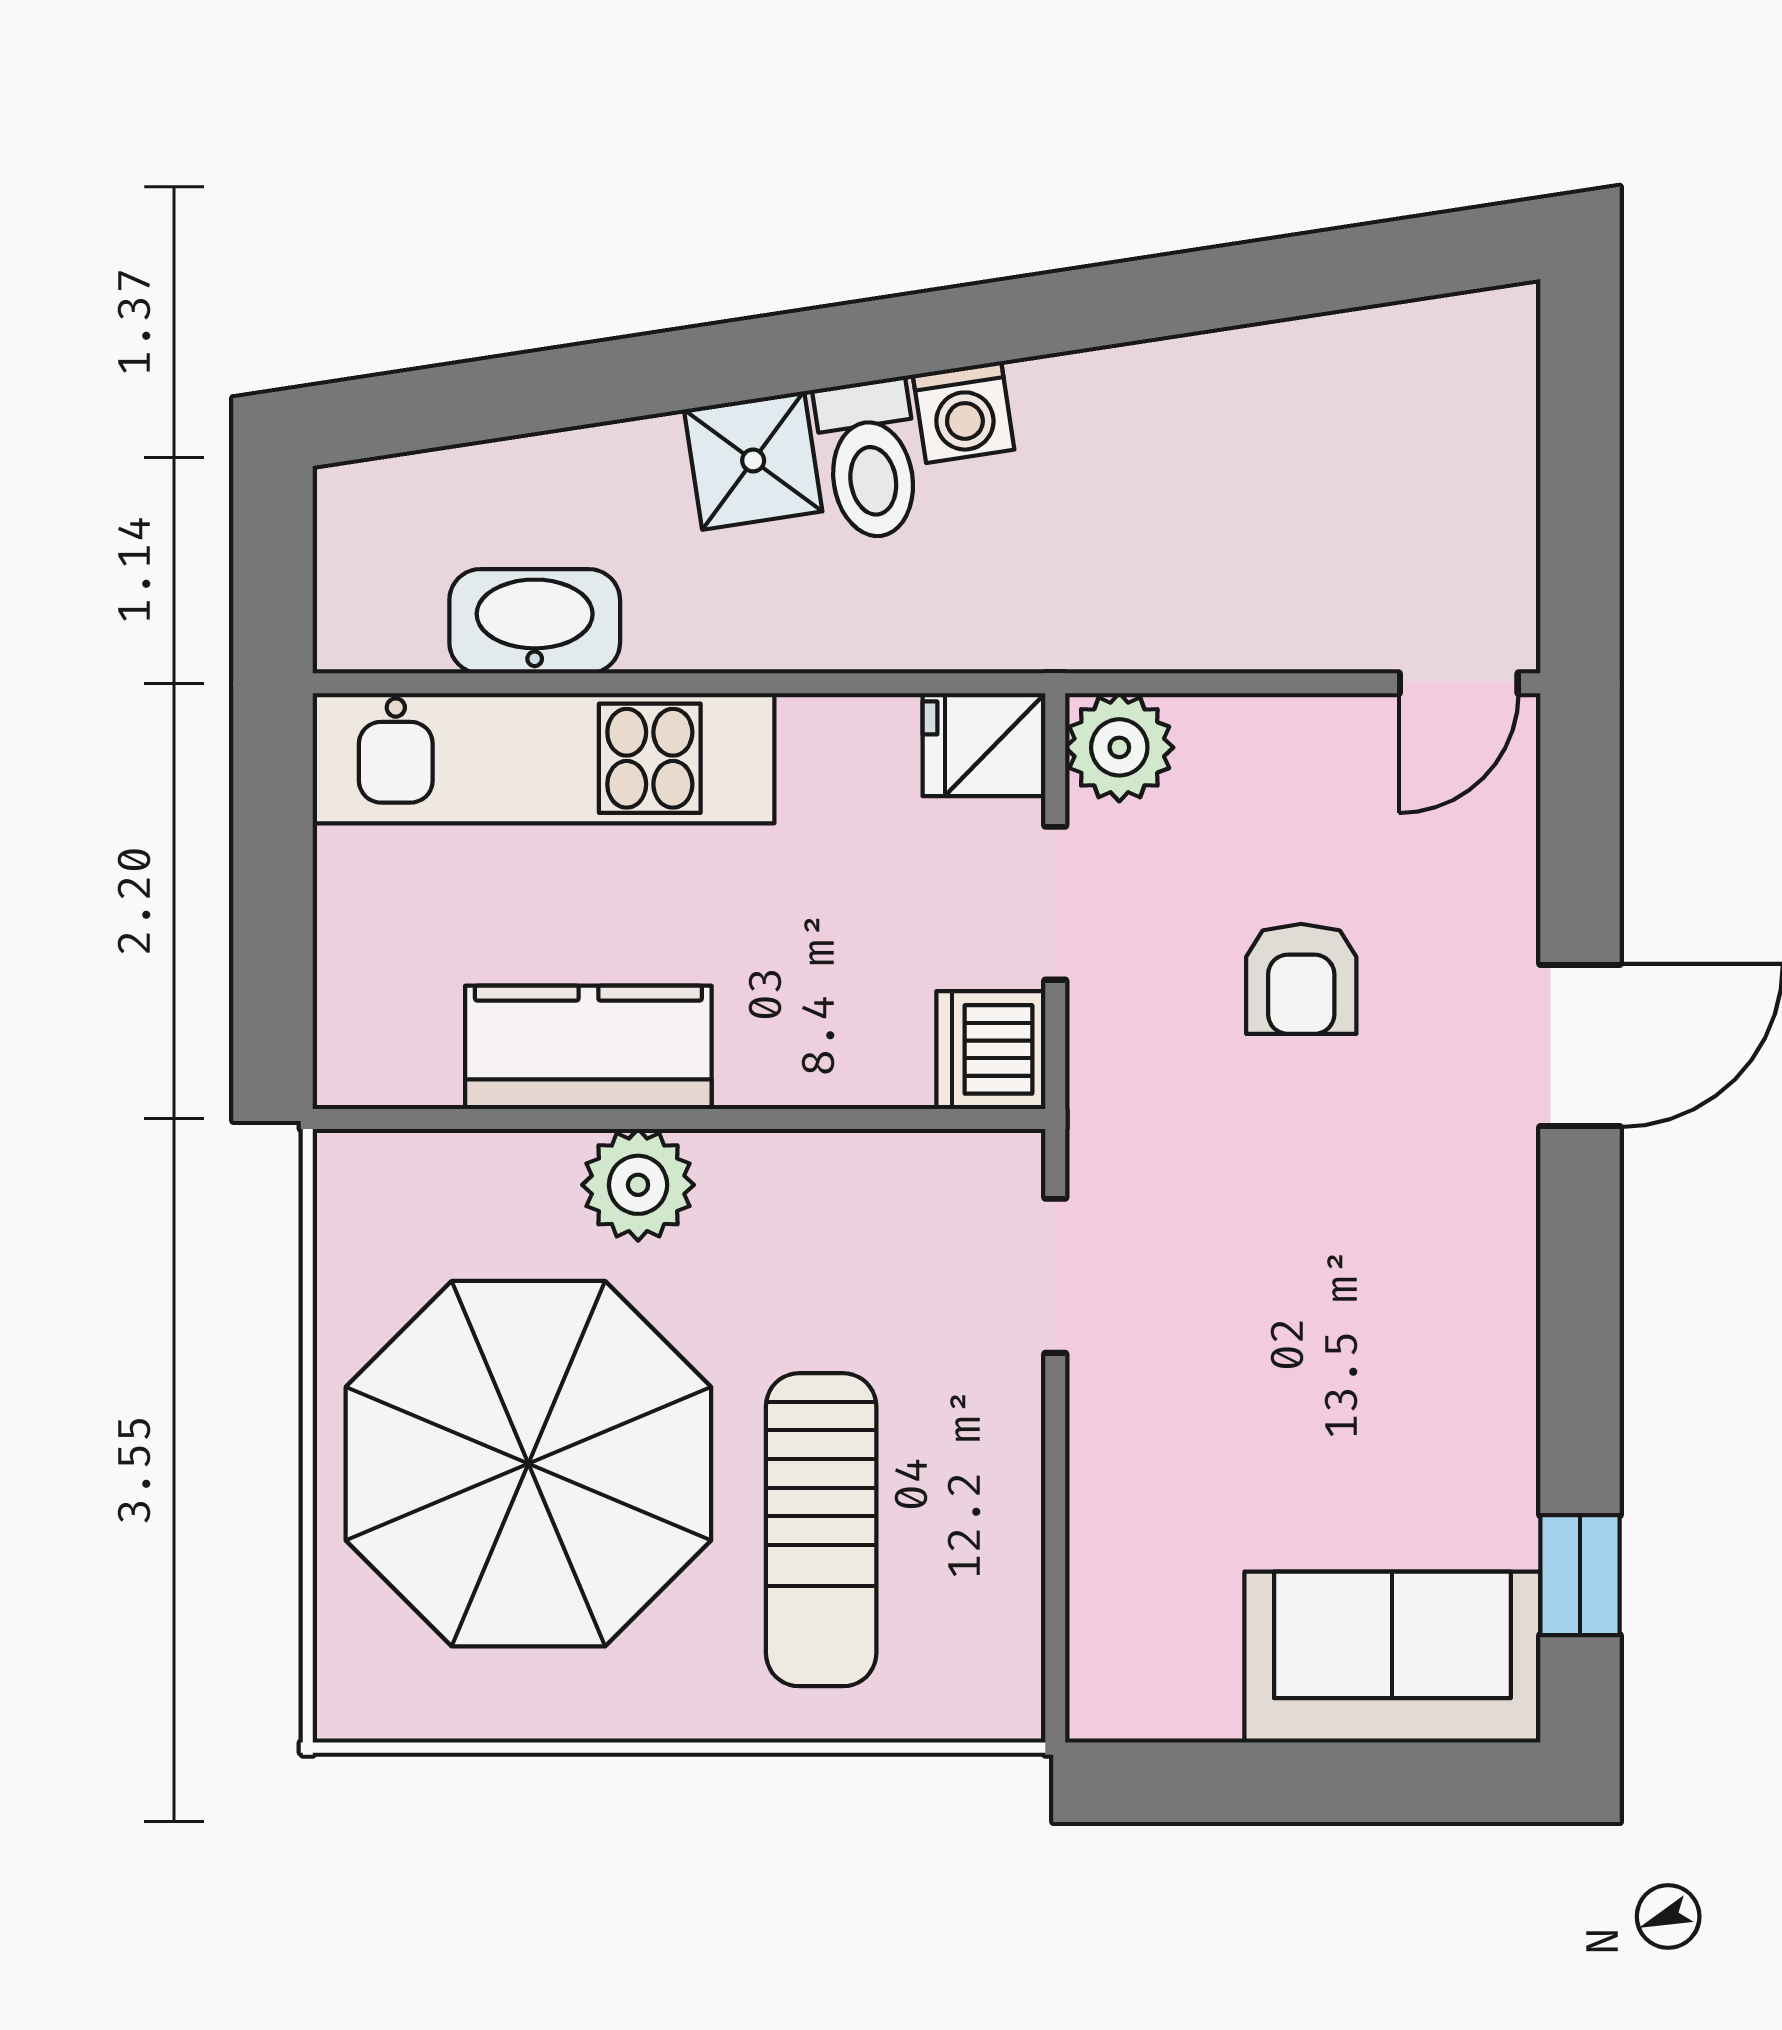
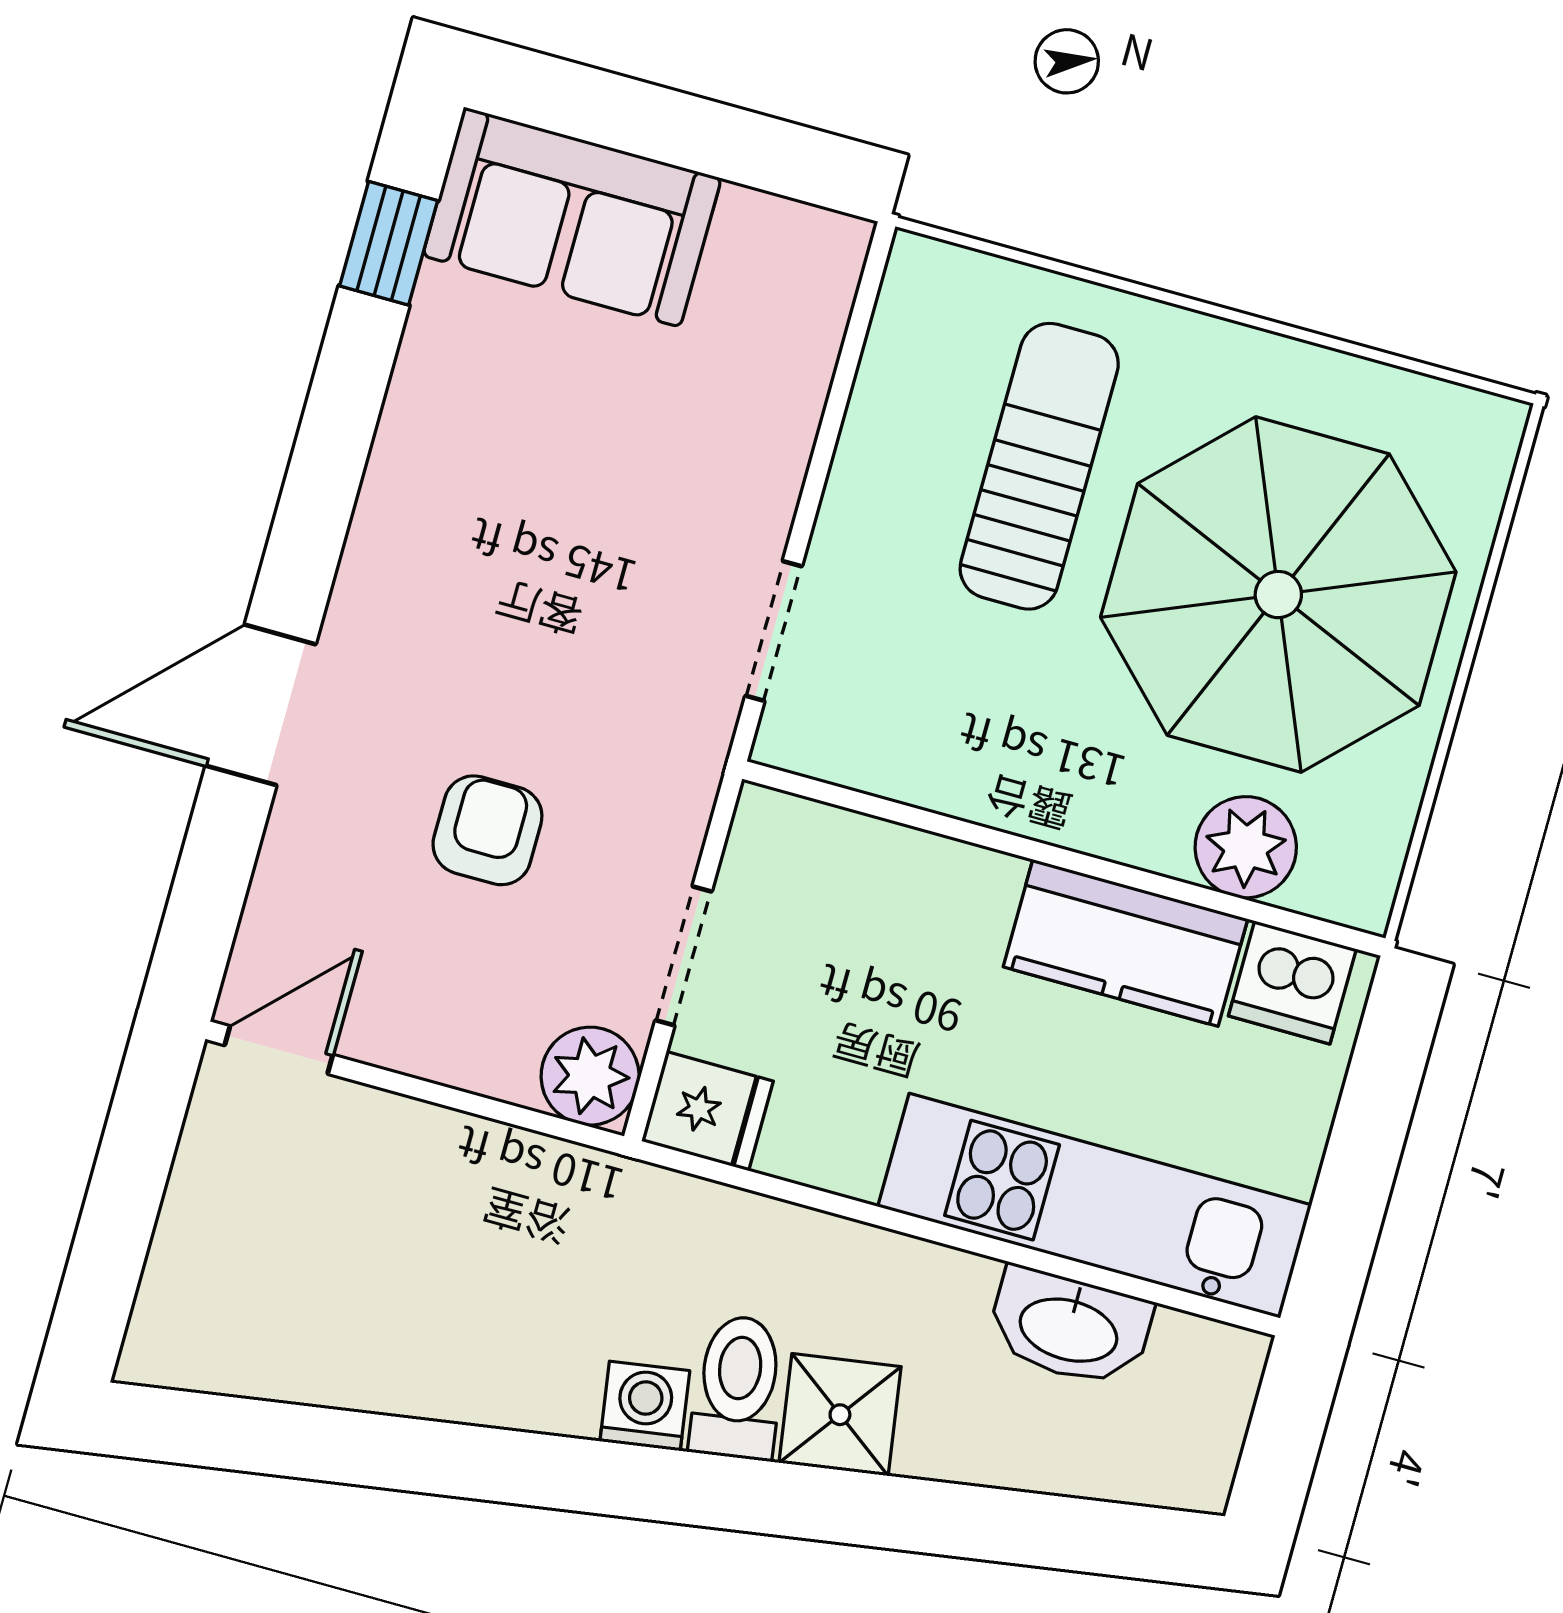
dishwasher: (991, 1049) -> (1292, 982), moved, turned 90
plant: (638, 1185) -> (1246, 847), moved

